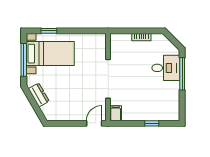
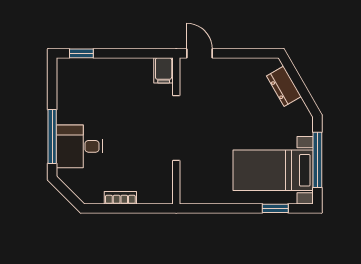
dresser: (39, 95) -> (284, 86), moved
door: (94, 123) -> (199, 53), swing flipped
window: (152, 123) -> (81, 53), moved

